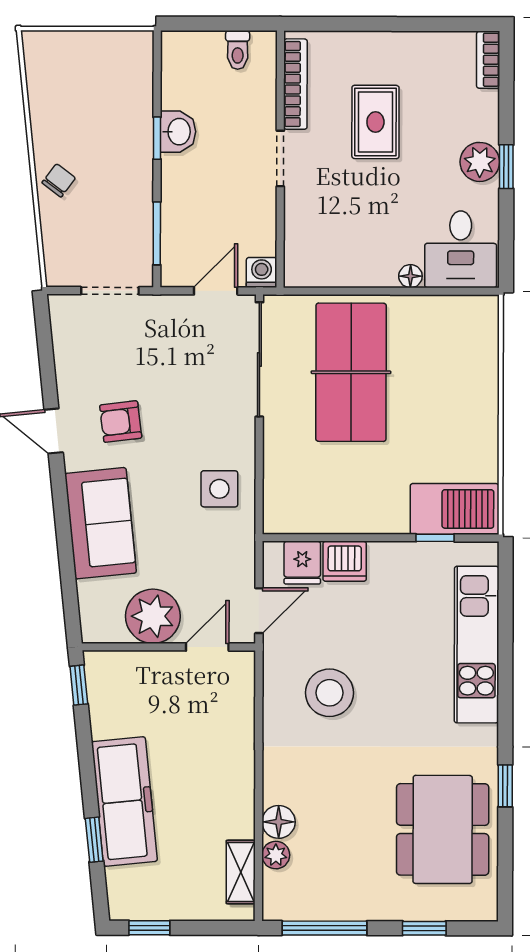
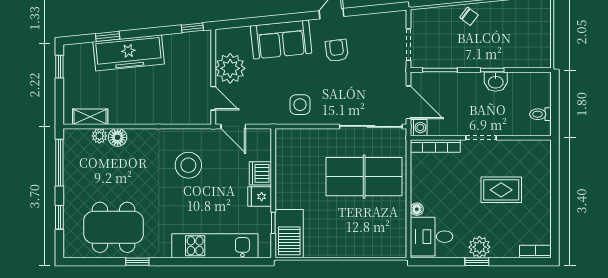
bookcase: (295, 84) -> (435, 146), moved
door: (216, 291) -> (409, 102), width x1.38
fridge: (302, 563) -> (260, 197), moved

